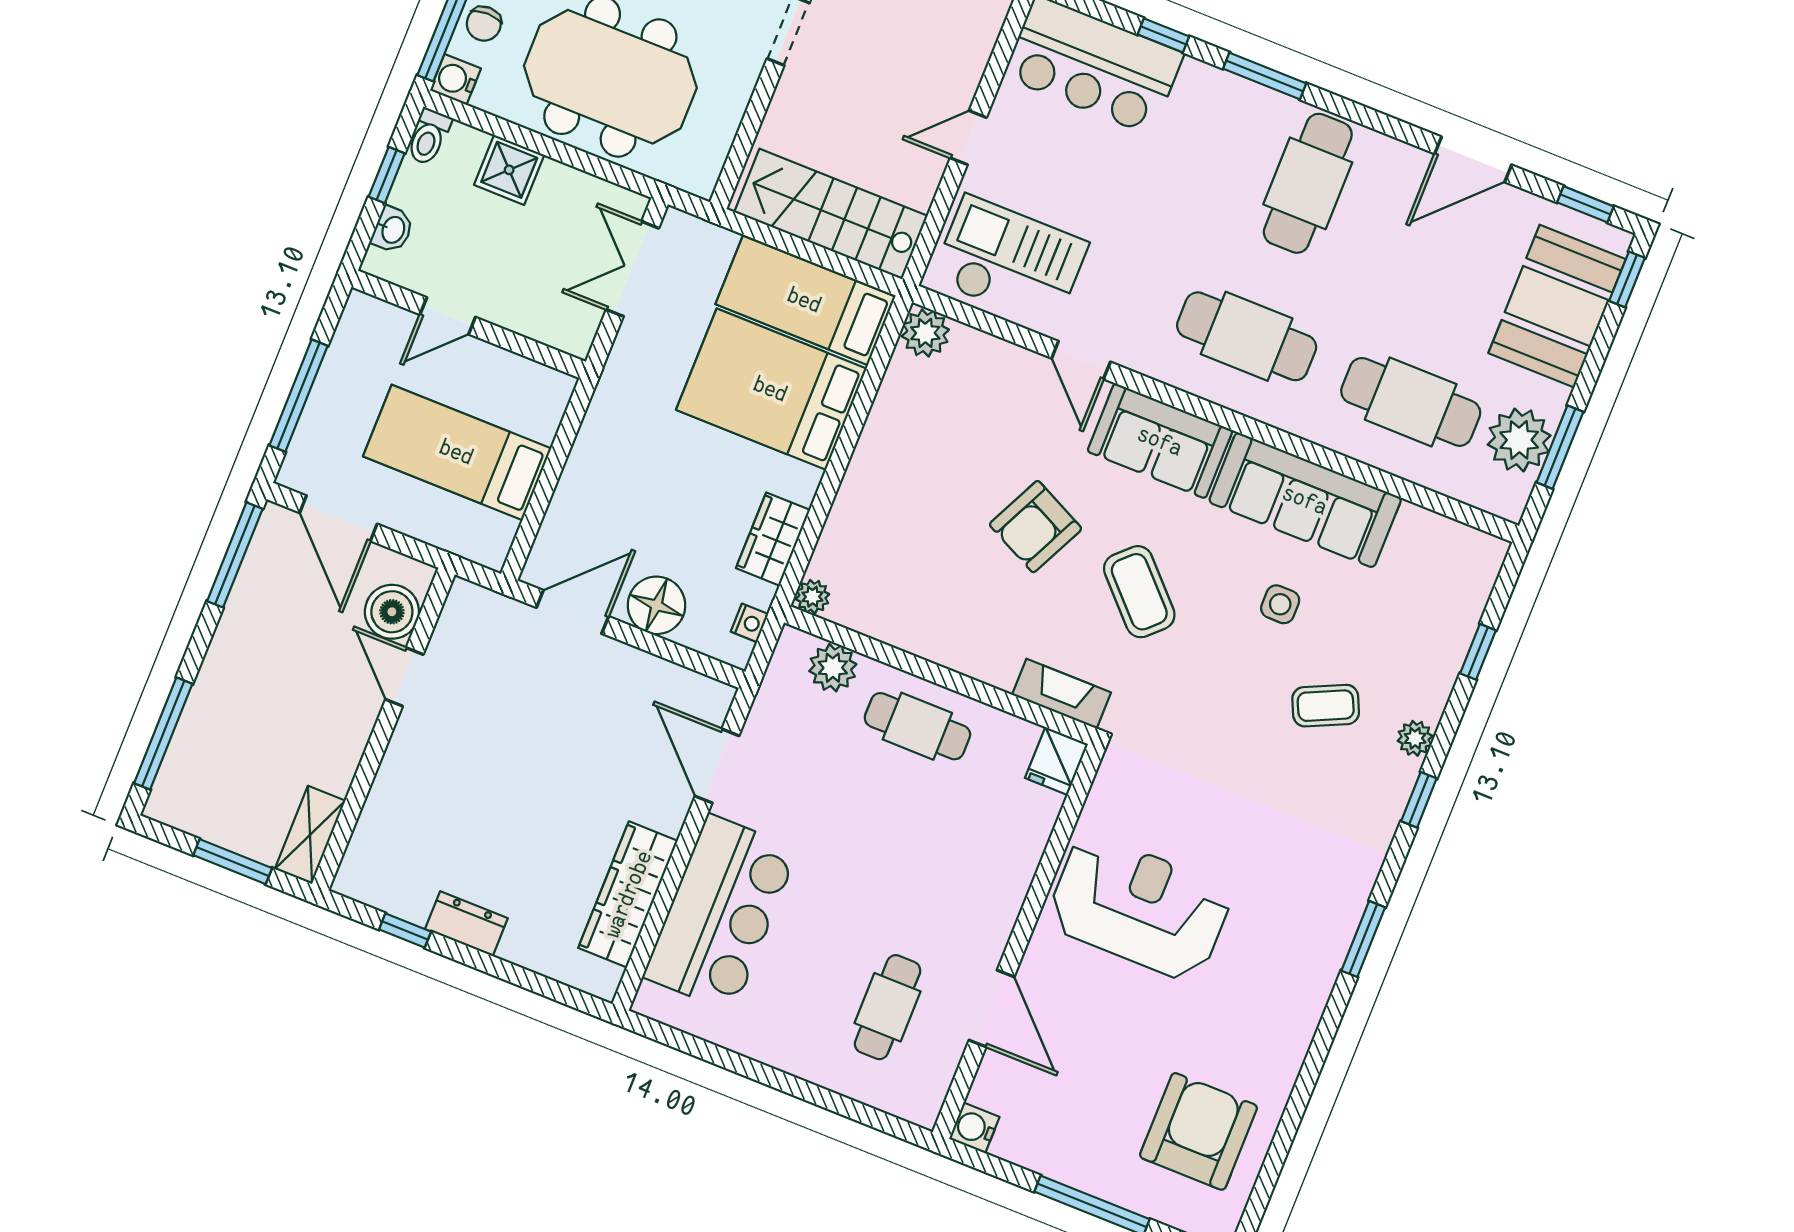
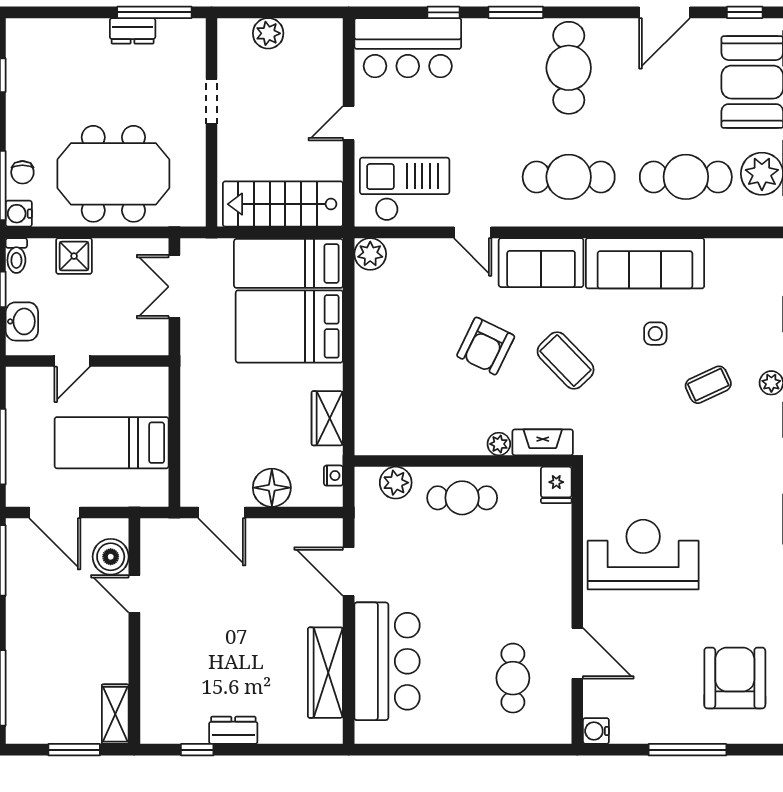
washbasin: (392, 230) -> (22, 321), width x1.38, depth x1.45
plant: (812, 597) -> (499, 444), moved
door: (572, 612) -> (222, 512), swing flipped

